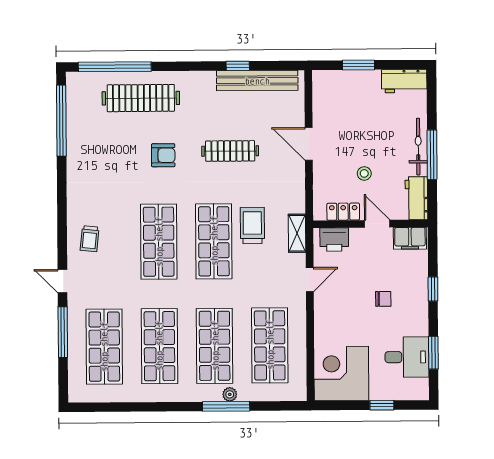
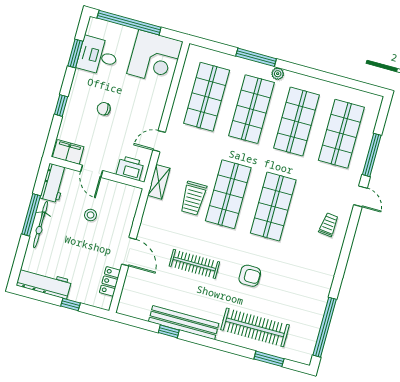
window: (358, 65) -> (70, 304), width x0.67
window: (115, 67) -> (269, 359), width x0.47
bench: (257, 81) -> (184, 323), moved
workbench: (404, 81) -> (44, 283), width x1.38
armchair: (163, 155) -> (250, 276), turned 180
locker: (343, 212) -> (110, 281), moved, turned 90
plant: (230, 394) -> (278, 74), moved
window: (382, 405) -> (129, 23), width x3.17

